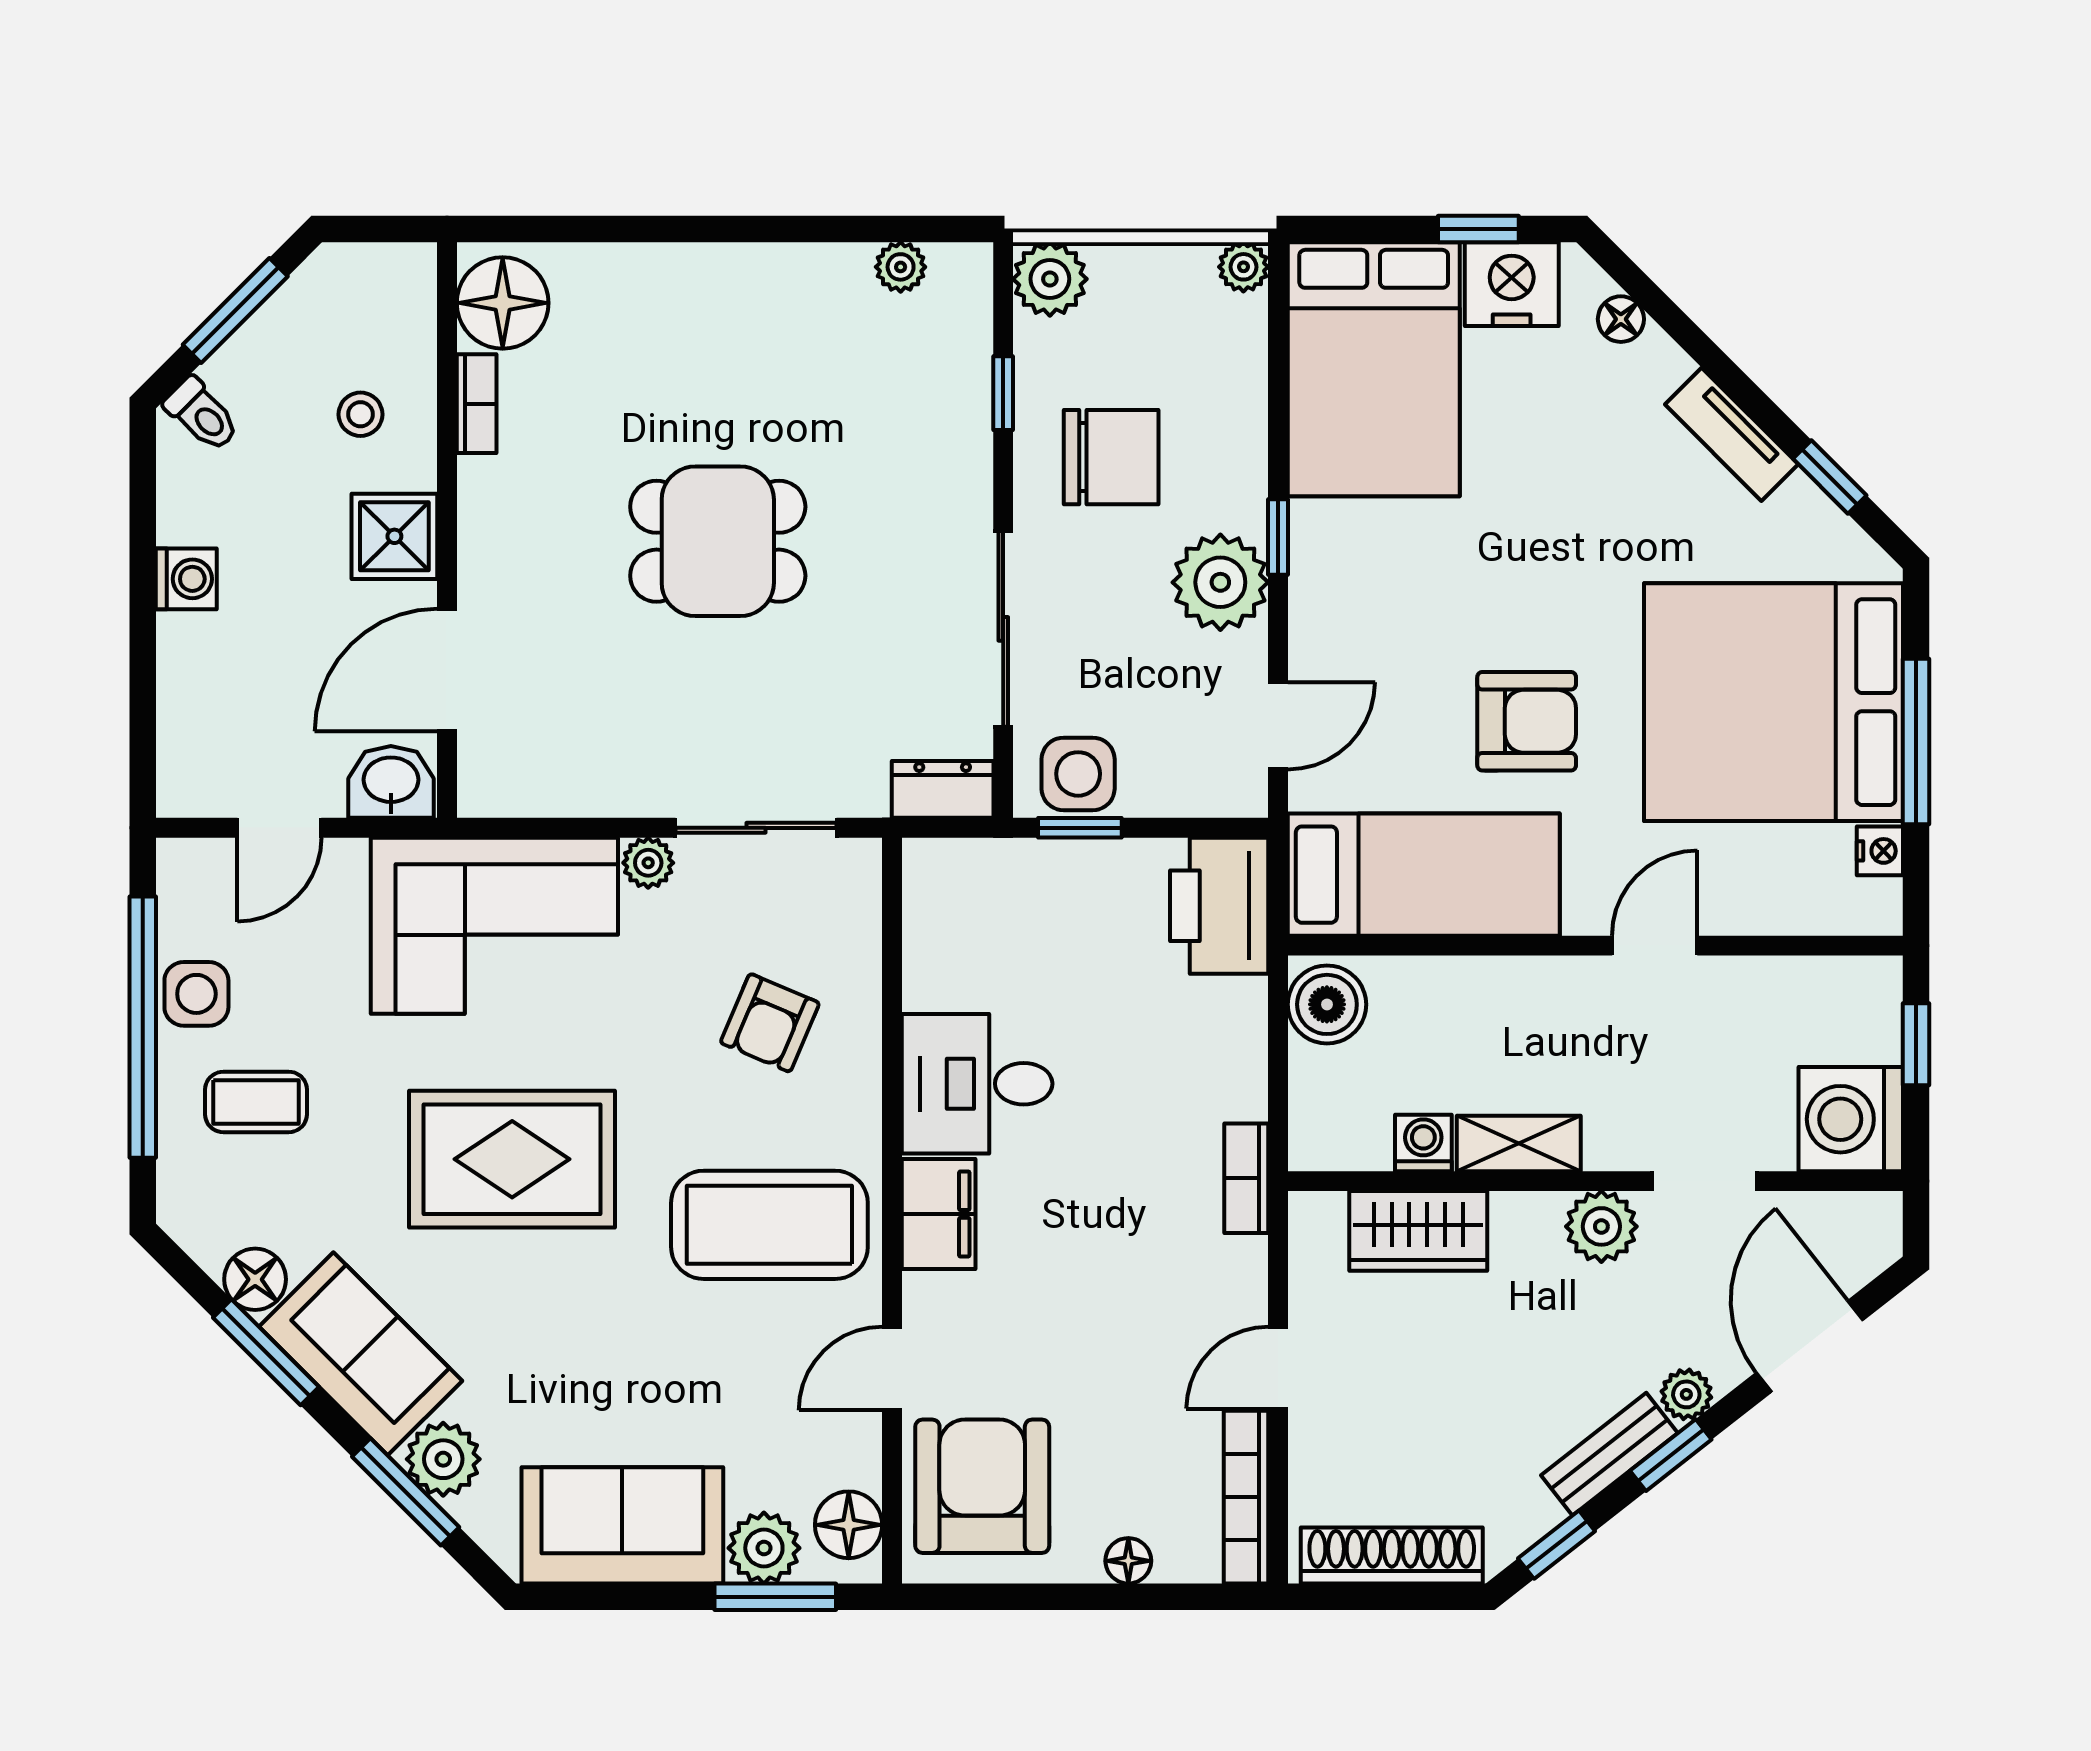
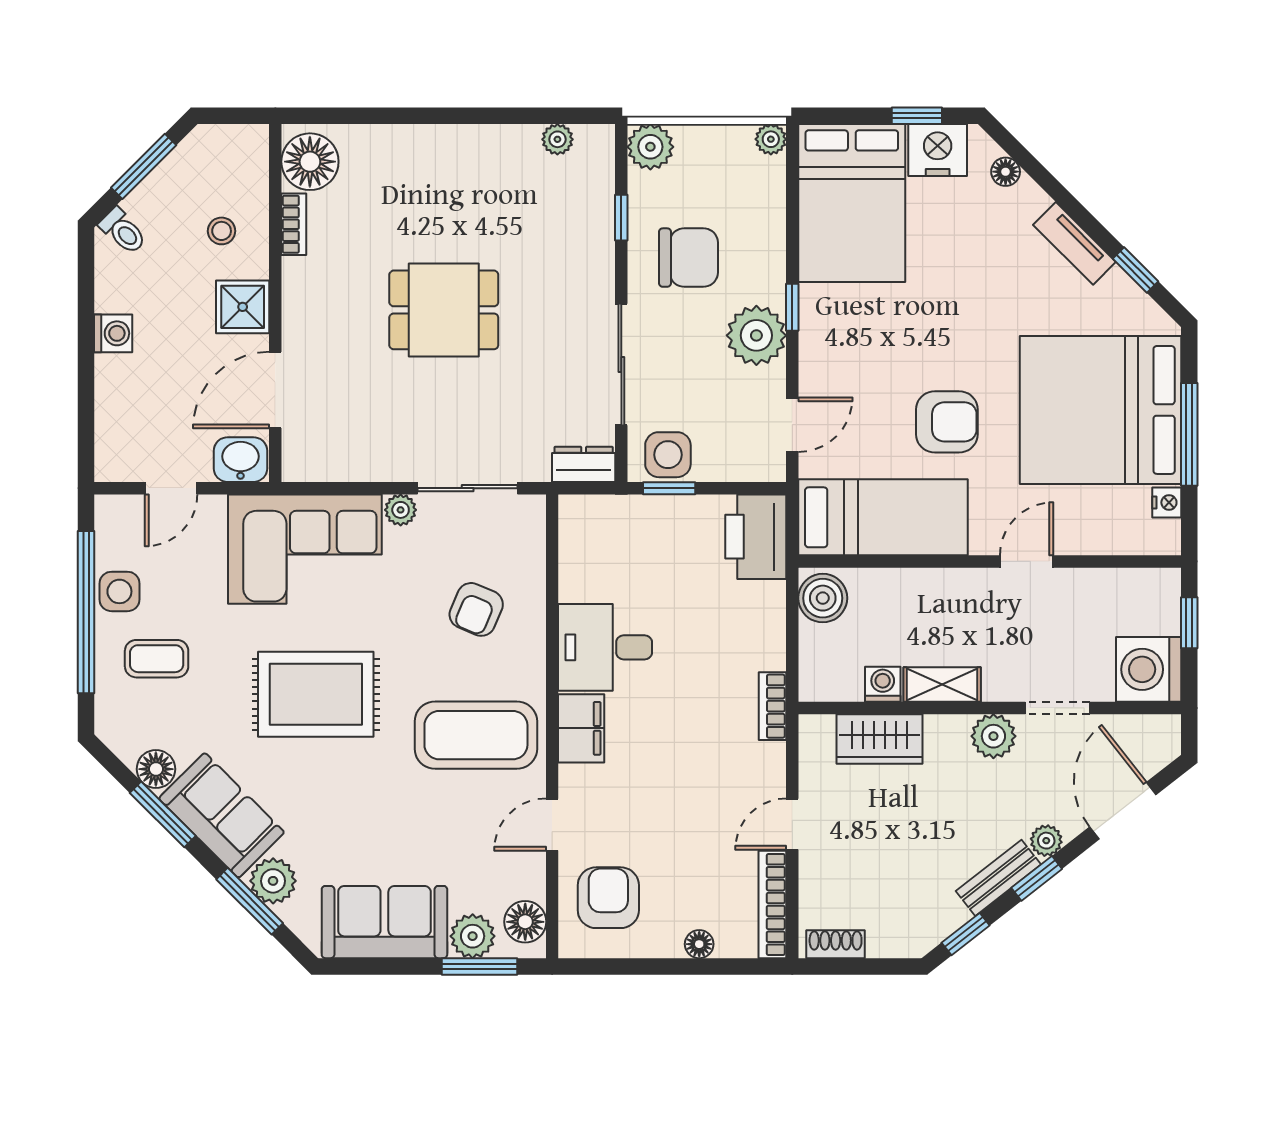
armchair: (982, 1486) -> (608, 898), width x0.73, depth x0.73
shoe rack: (1392, 1556) -> (836, 944), width x0.51, depth x0.81

